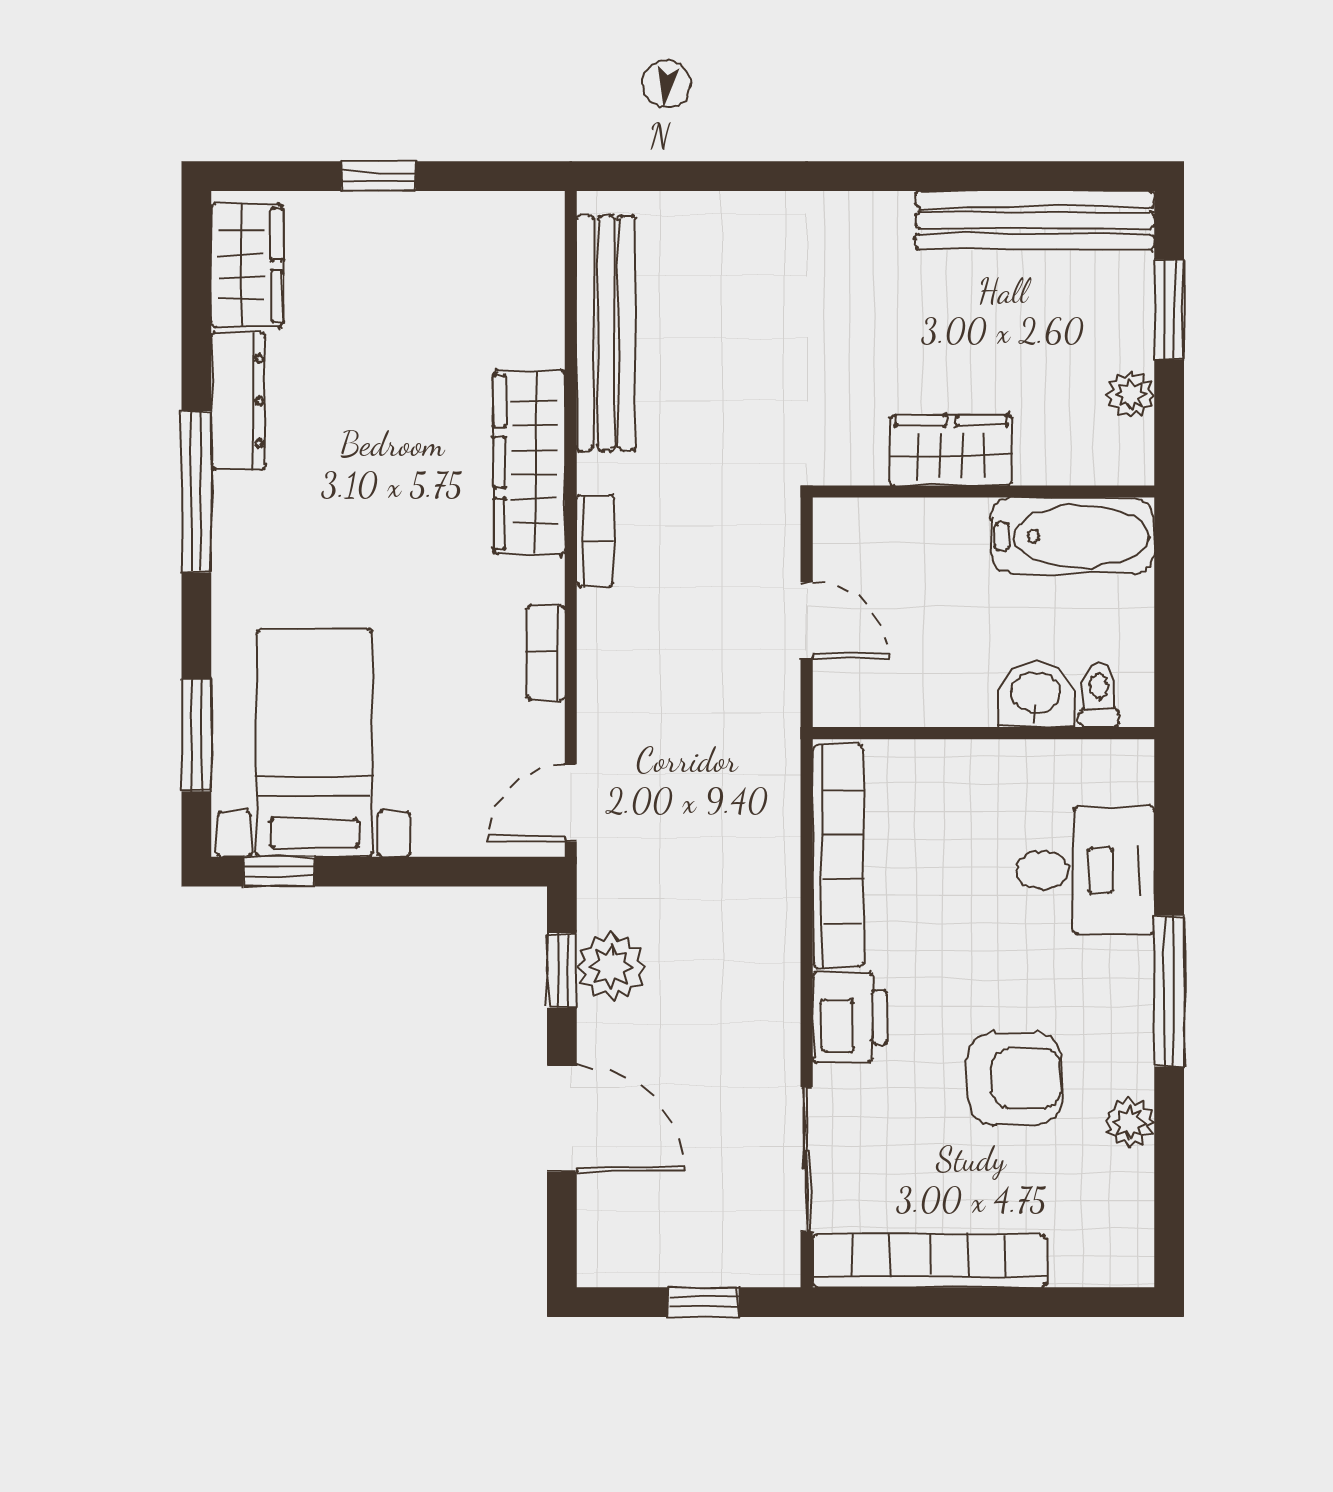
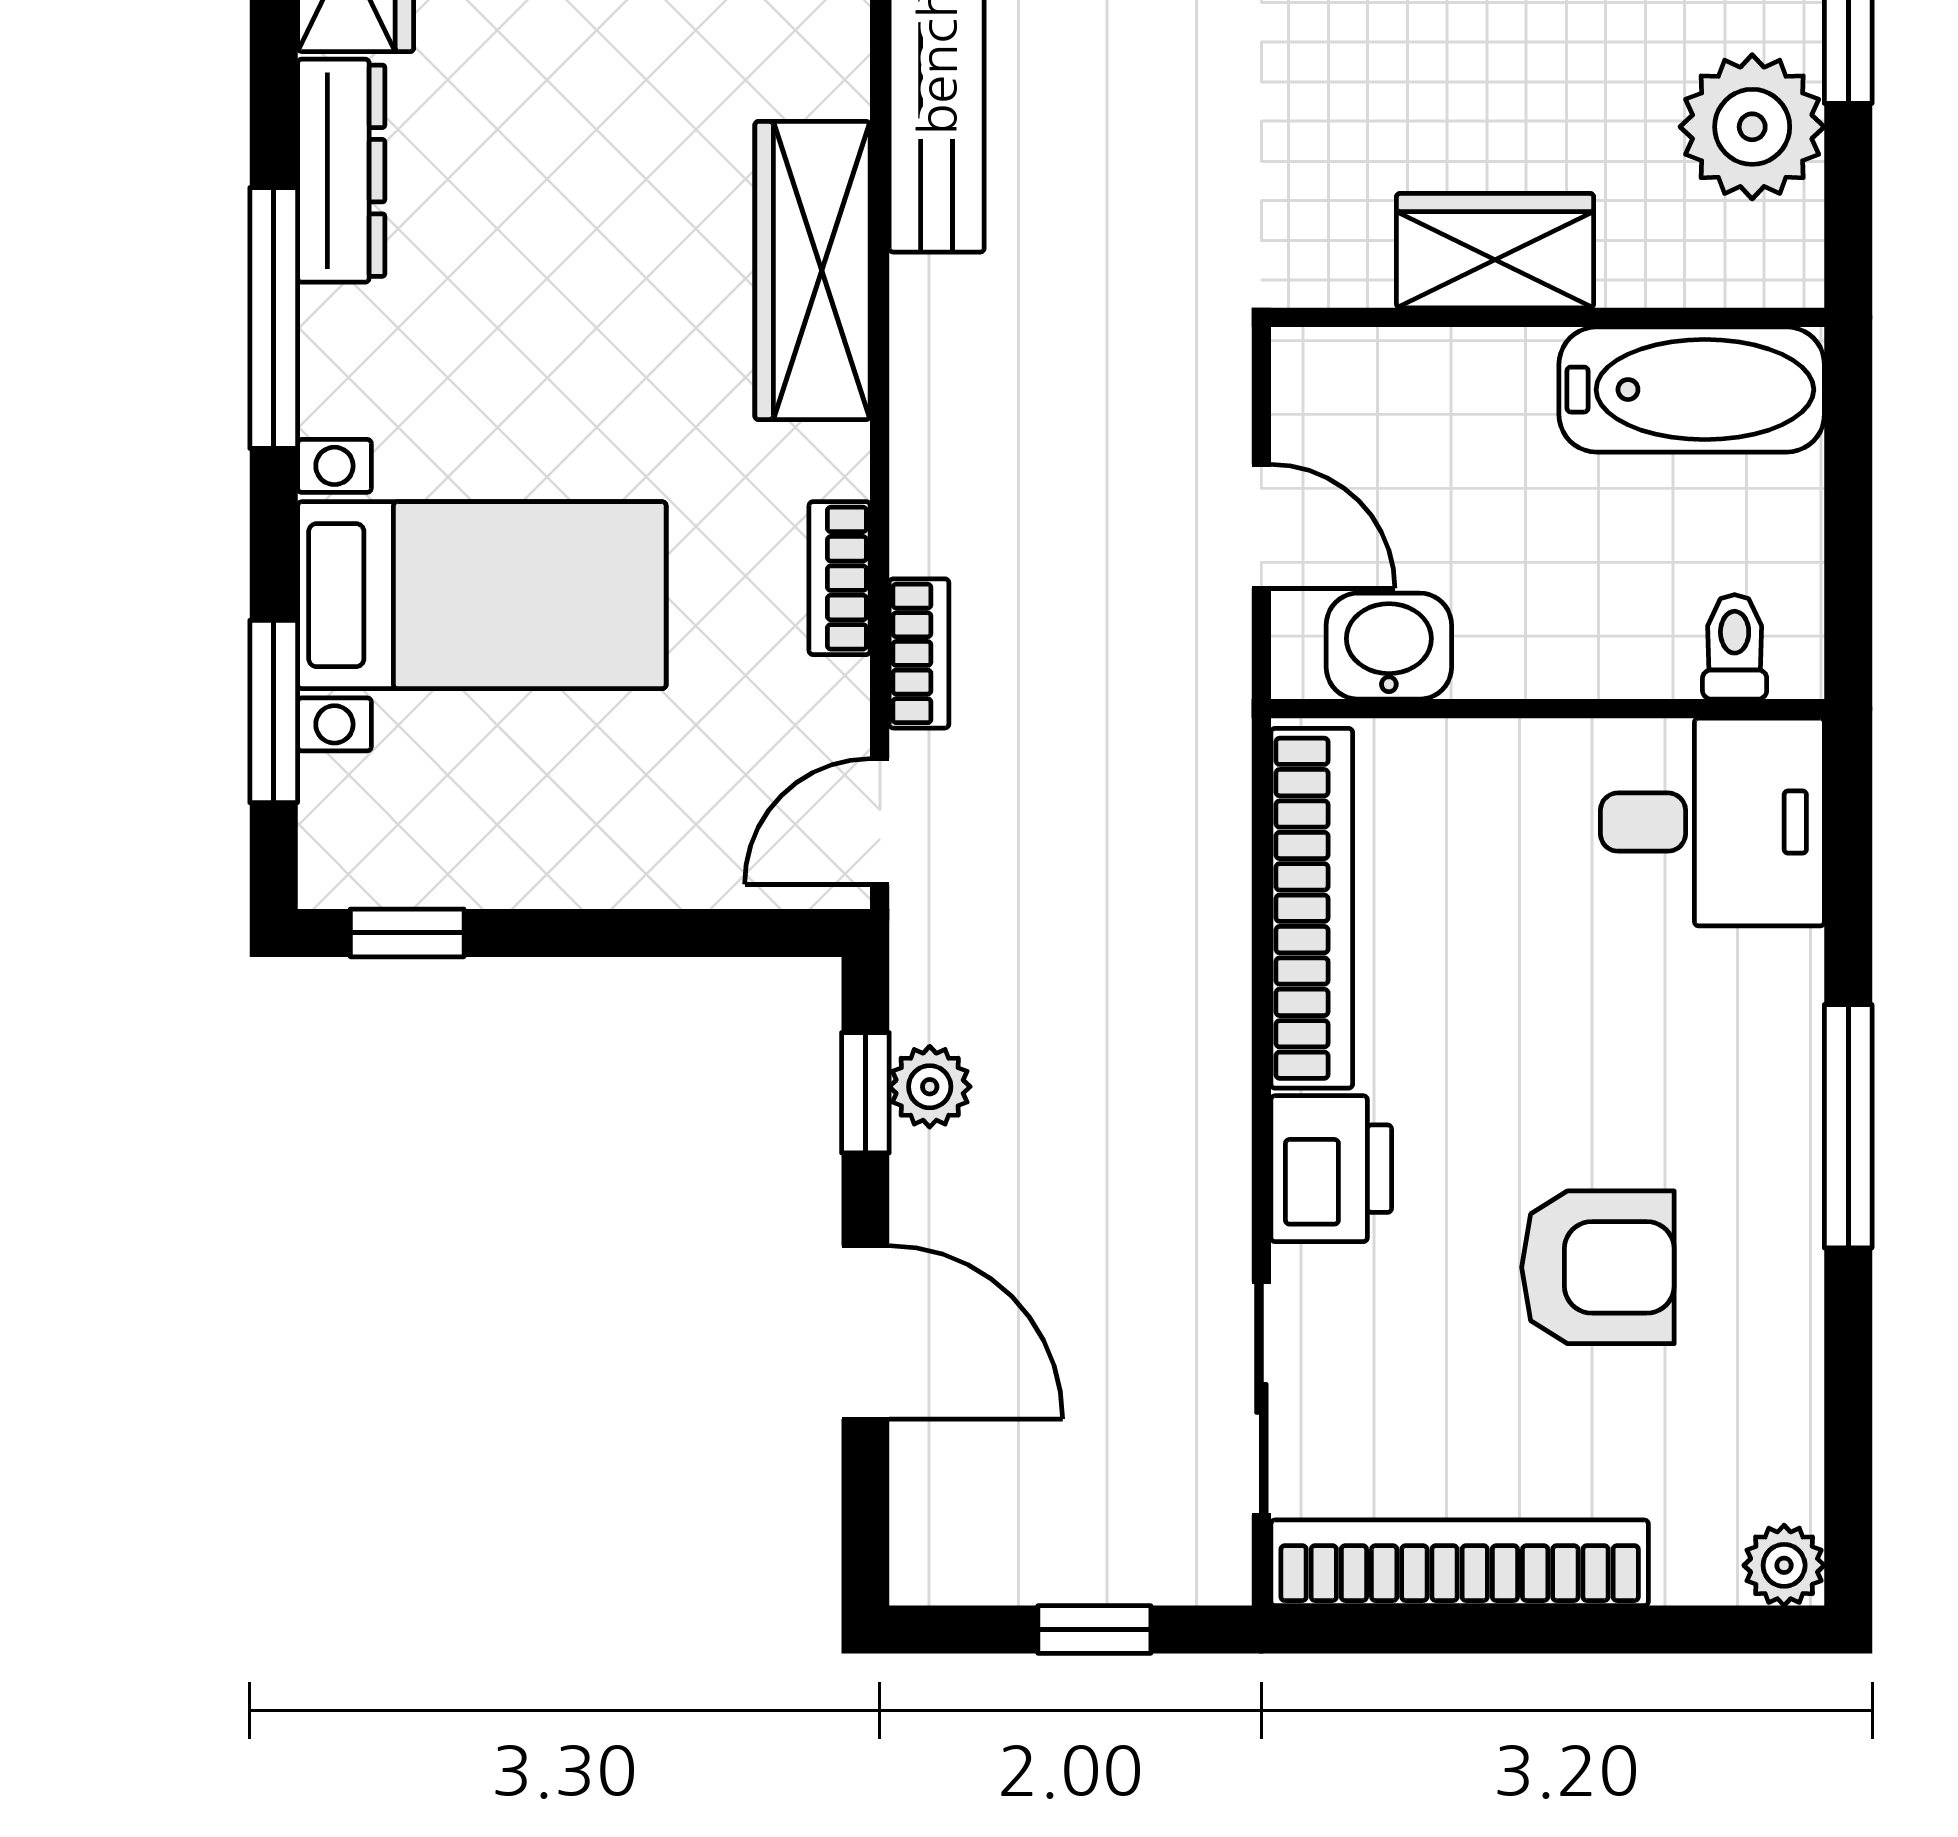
plant: (1131, 394) -> (1752, 127), width x1.87, depth x1.87
bookcase: (595, 541) -> (919, 653), moved
washbasin: (1036, 694) -> (1389, 646), moved
bed with nightstands: (314, 743) -> (482, 595), moved, turned 90
desk: (1085, 870) -> (1712, 822), moved
plant: (611, 967) -> (930, 1087), width x0.73, depth x0.73
plant: (1130, 1122) -> (1784, 1565), moved

